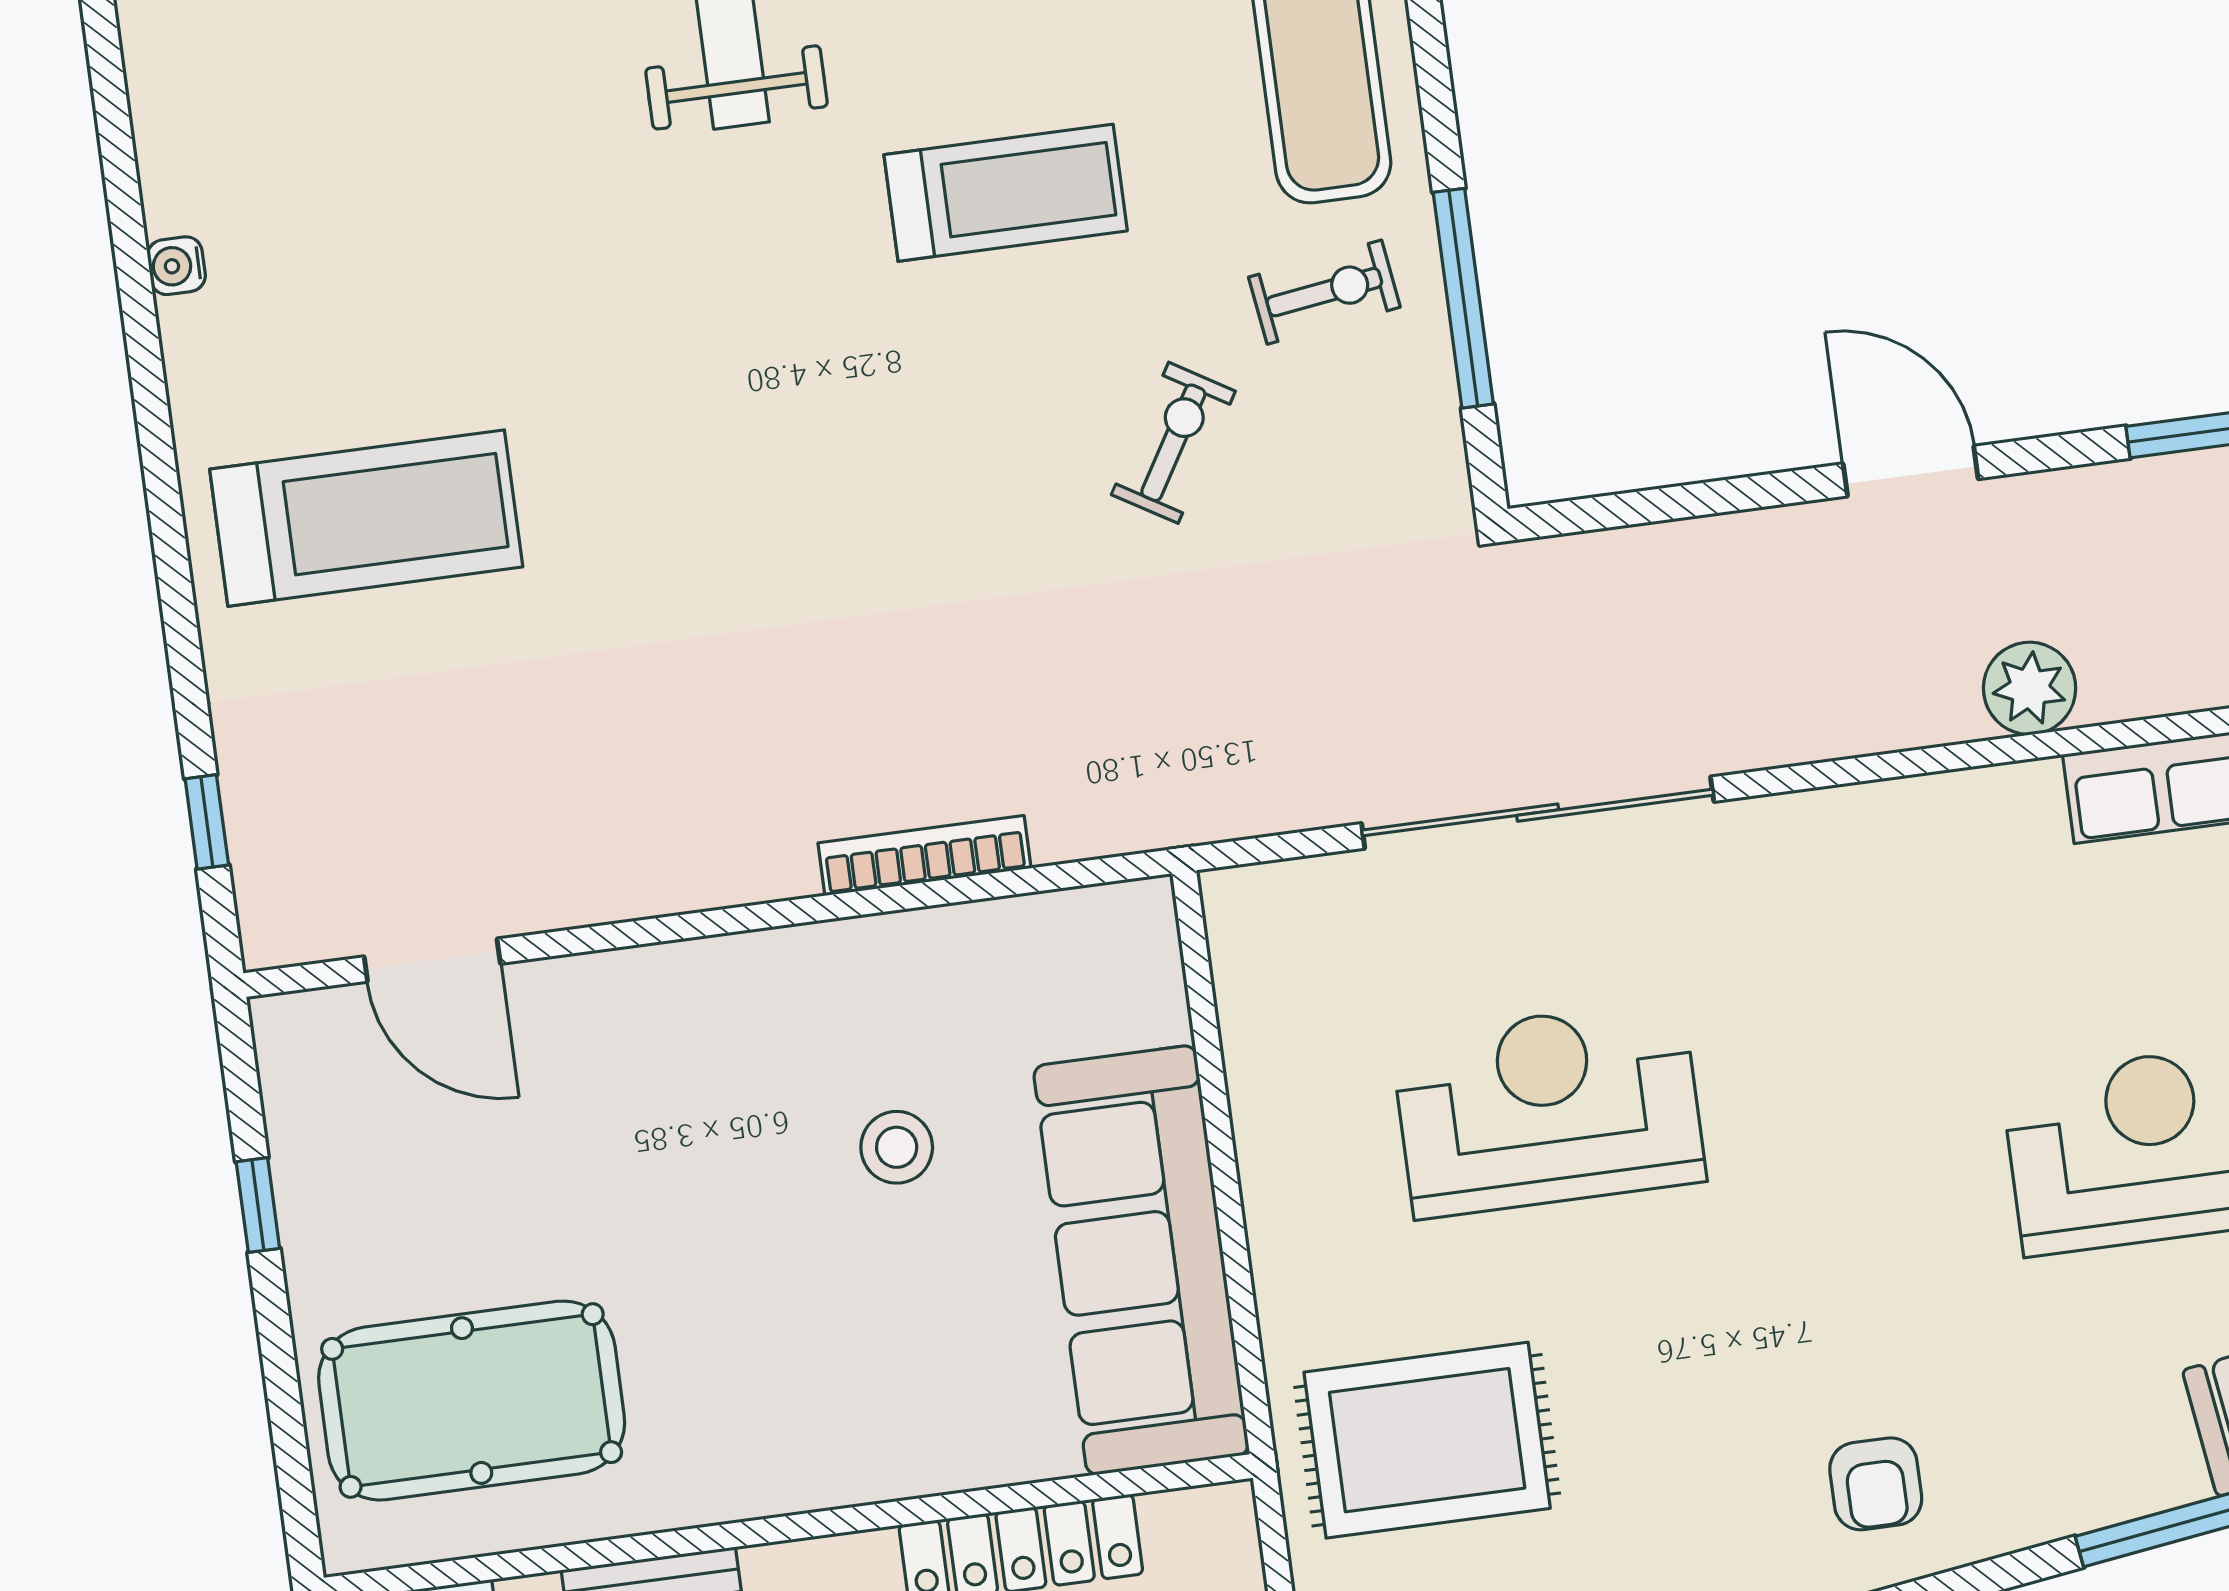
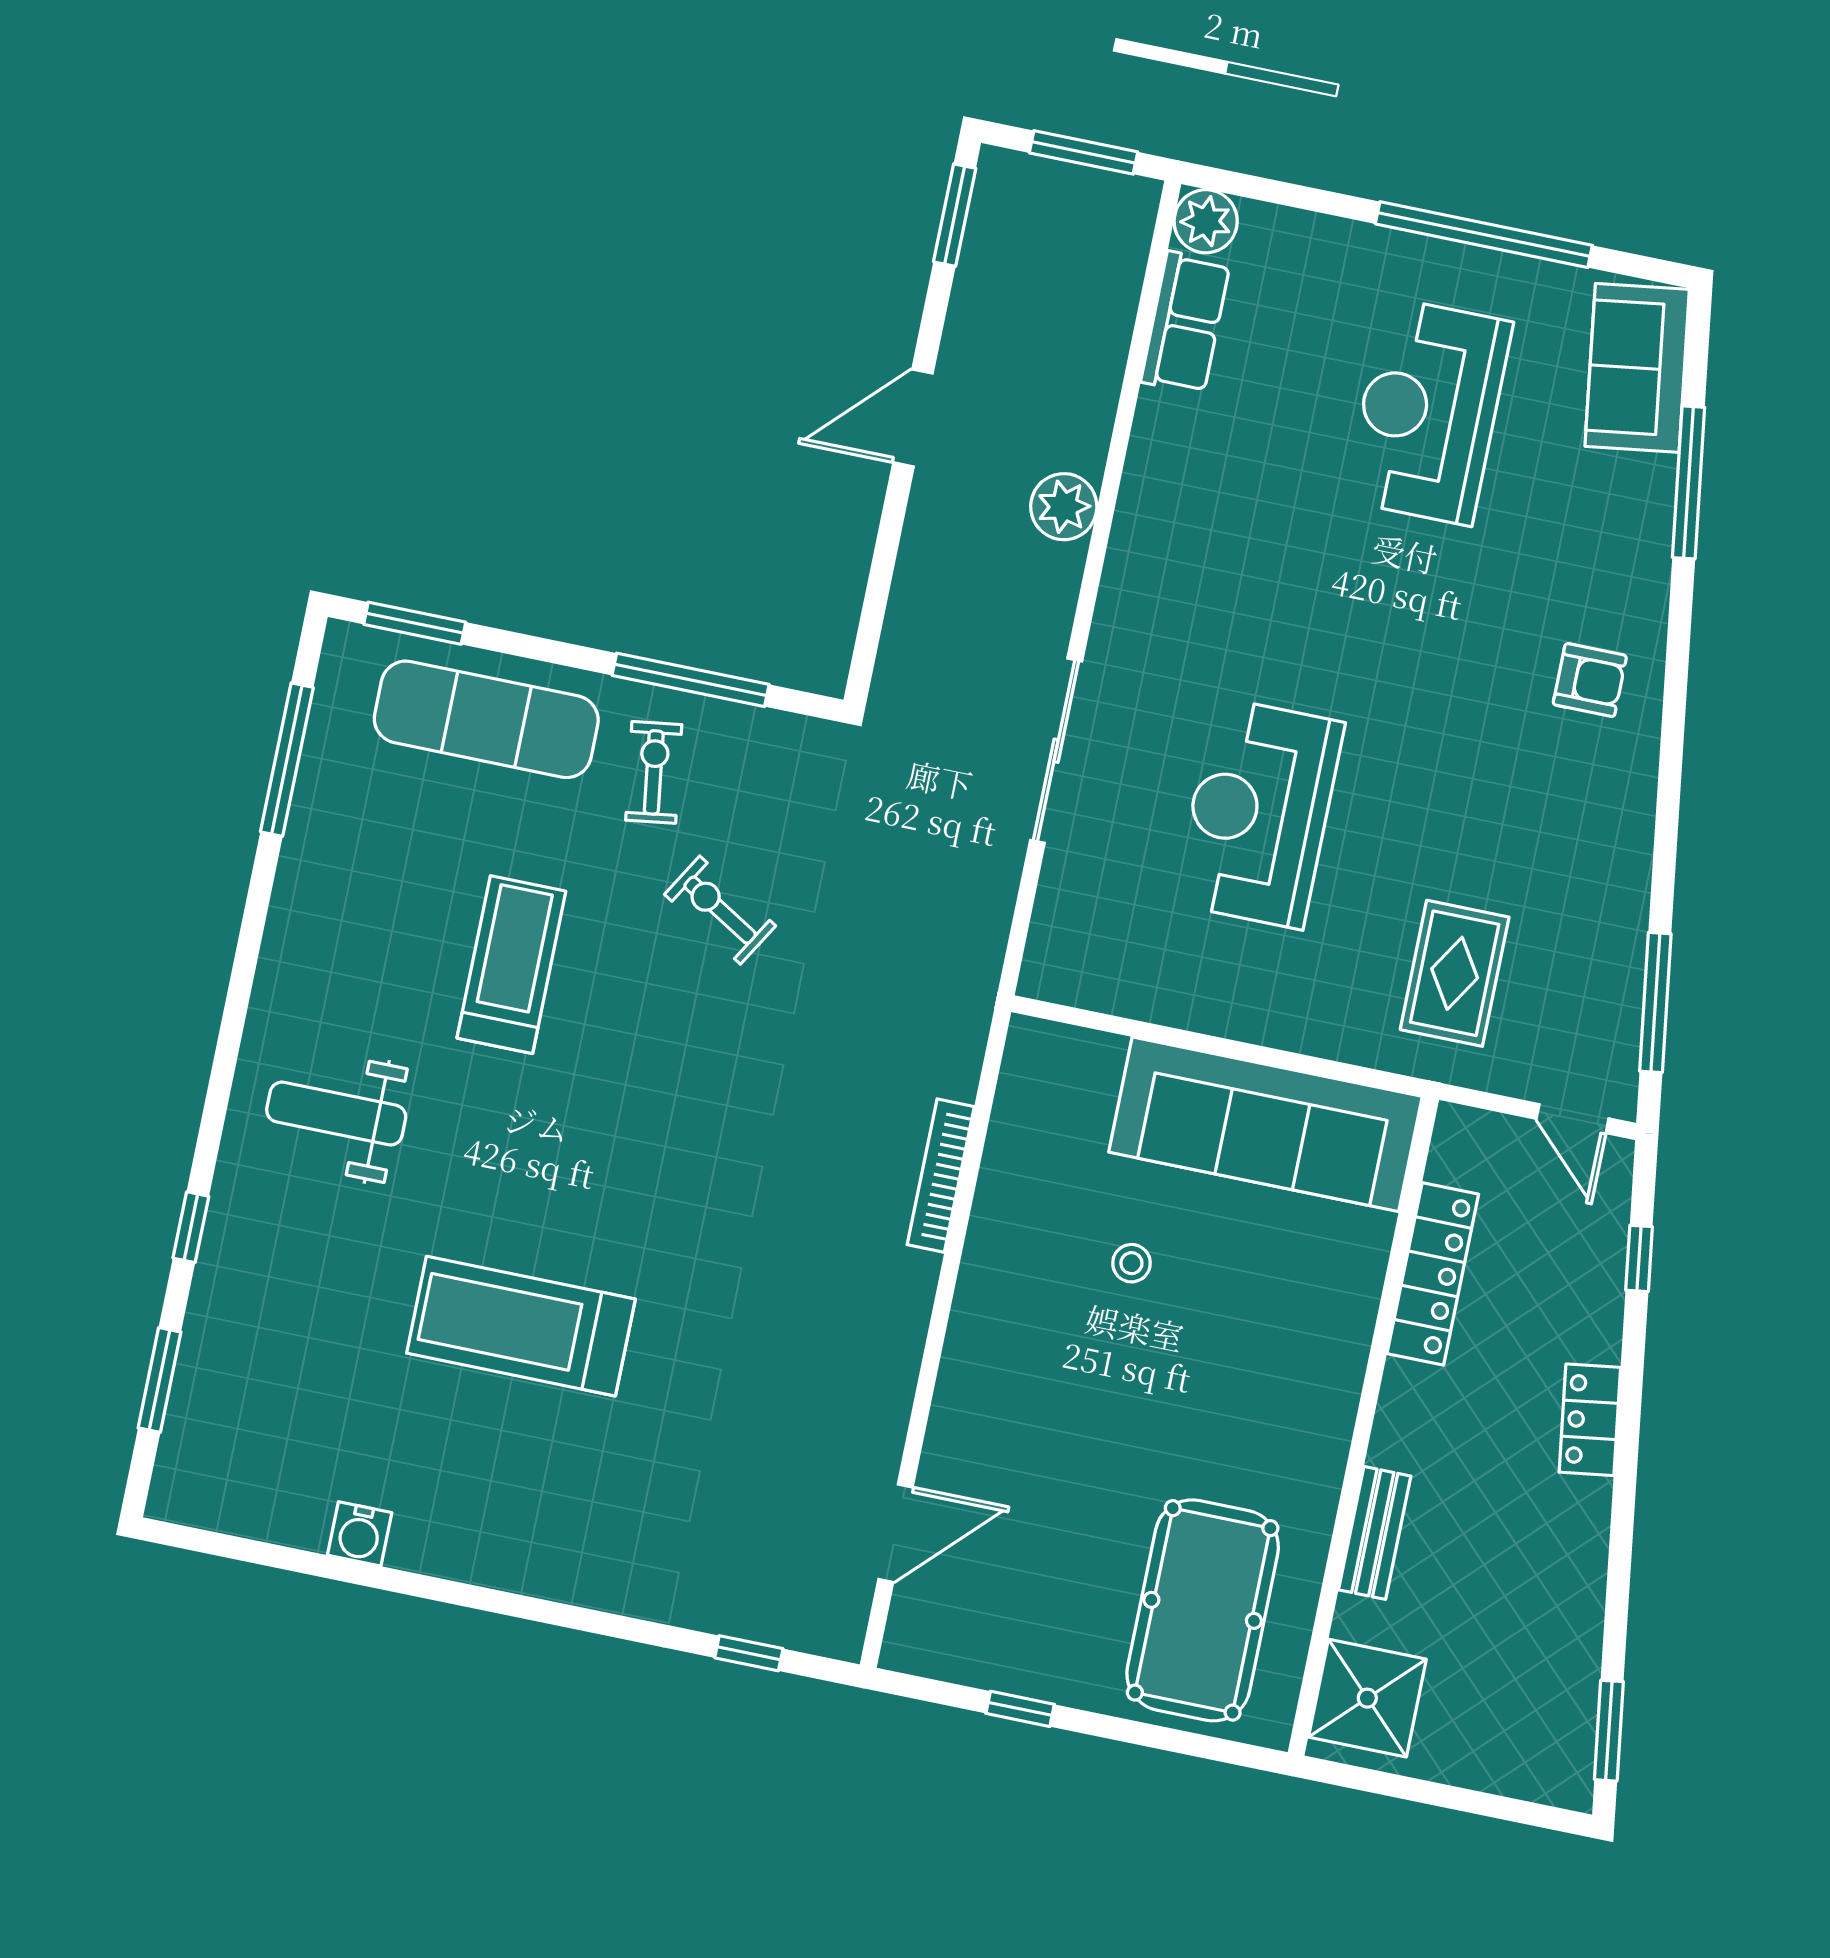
water cooler: (176, 266) -> (360, 1534), width x1.38, depth x1.38
treadmill: (366, 518) -> (521, 1326), moved, turned -90
plant: (2030, 688) -> (1064, 507), moved
sliding door: (1538, 813) -> (1056, 751), width x0.73
stool: (897, 1147) -> (1131, 1263), width x0.73, depth x0.73
rug: (1427, 1440) -> (1455, 973), width x0.73, depth x0.70

